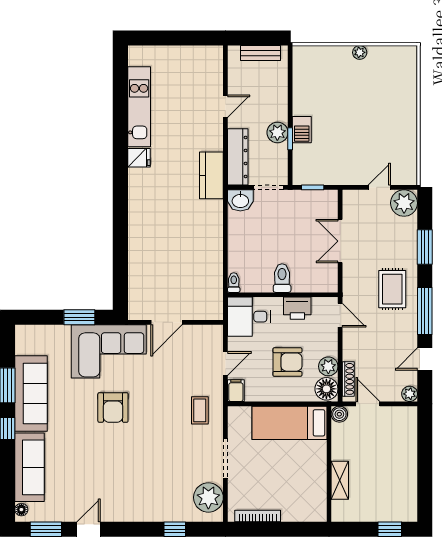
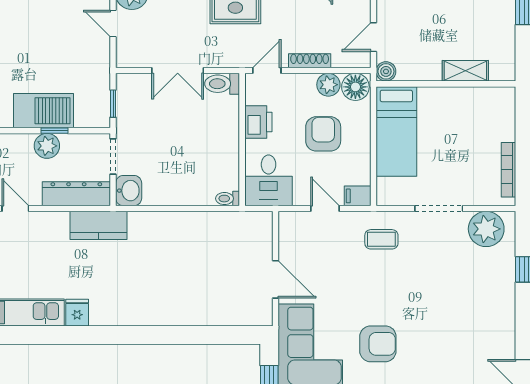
barbecue: (302, 130) -> (44, 111), width x1.88, depth x1.53
toilet: (282, 278) -> (222, 84), moved
shoe rack: (348, 379) -> (310, 61), moved

